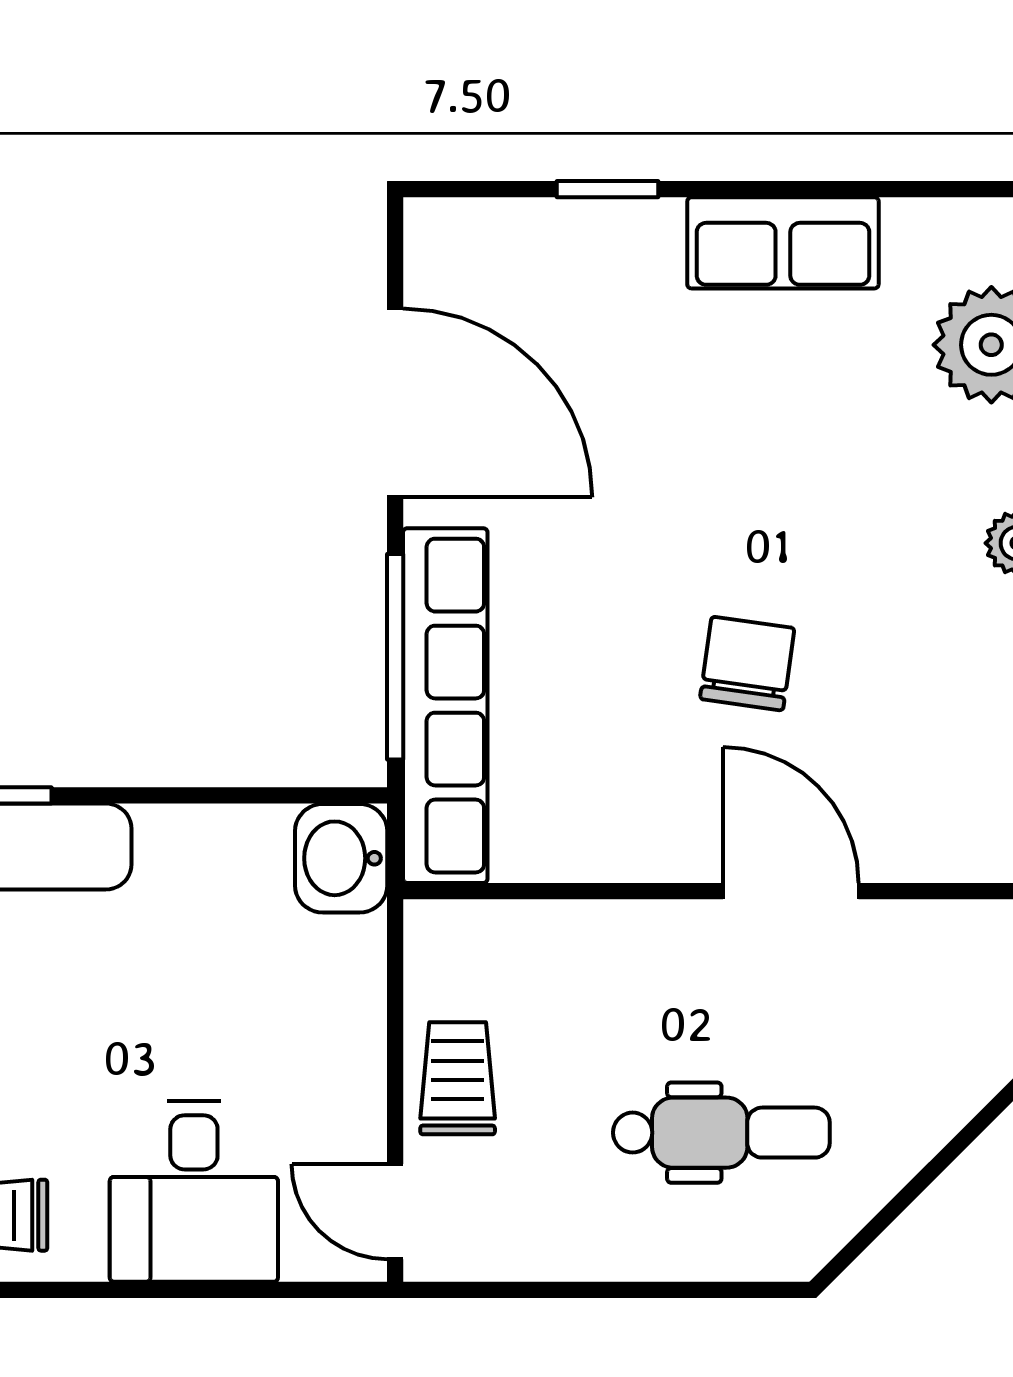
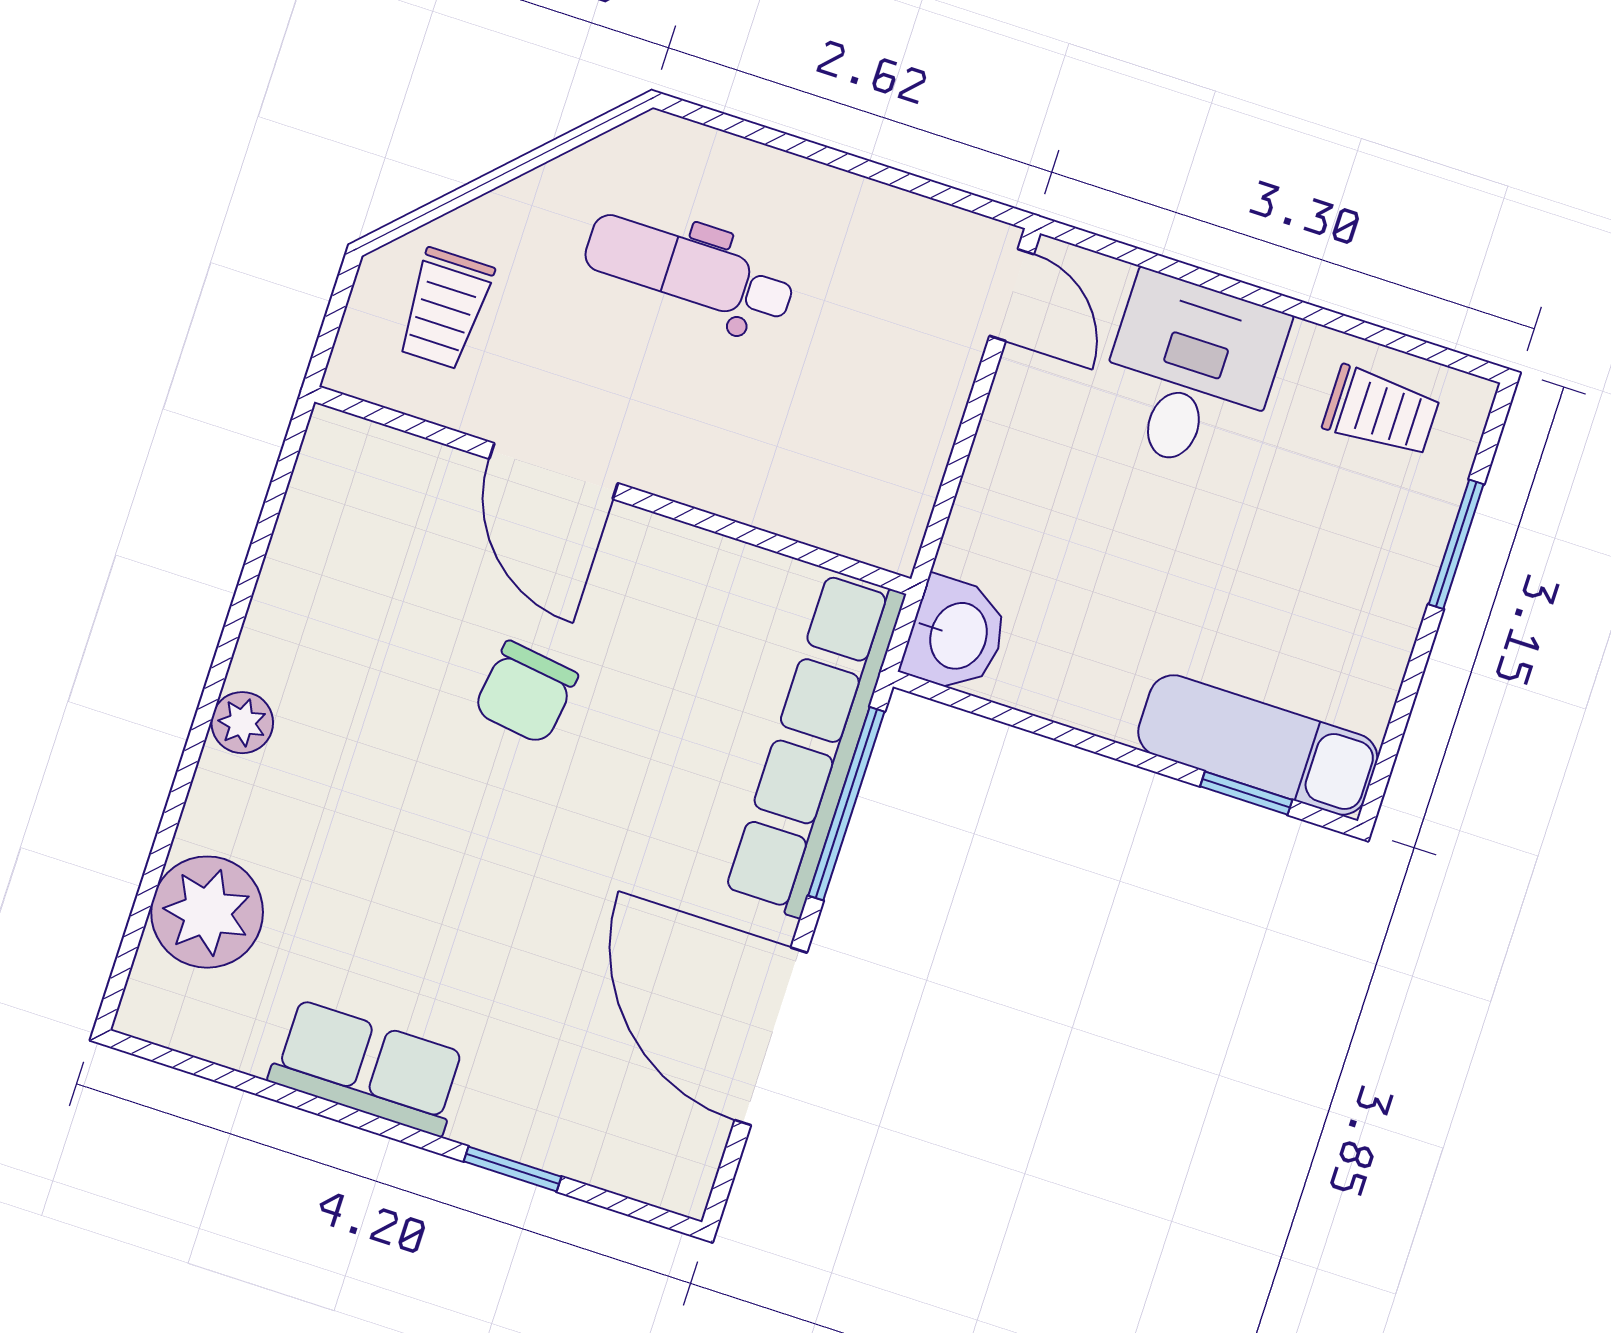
trolley: (458, 1078) -> (445, 309), moved

